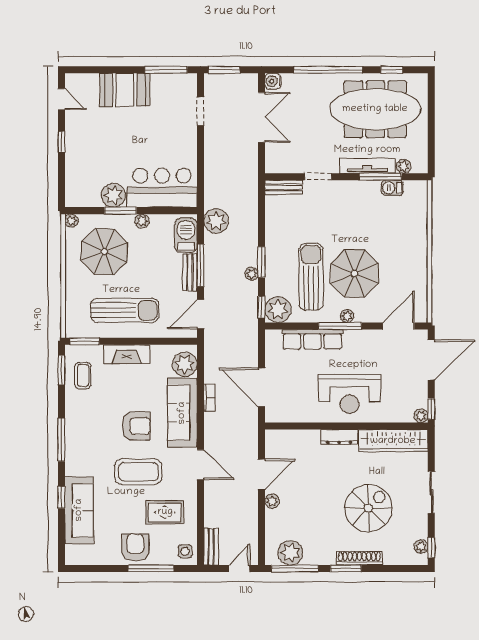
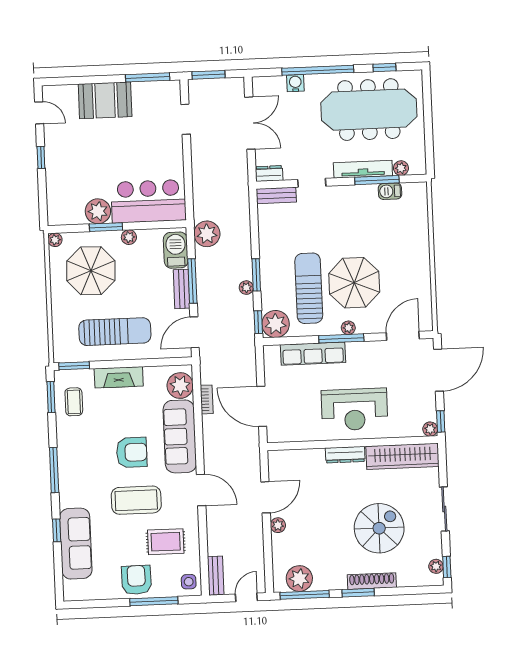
water cooler: (273, 81) -> (295, 83), moved, turned 90
dresser: (278, 166) -> (269, 174), added
bookcase: (209, 398) -> (207, 399), moved

